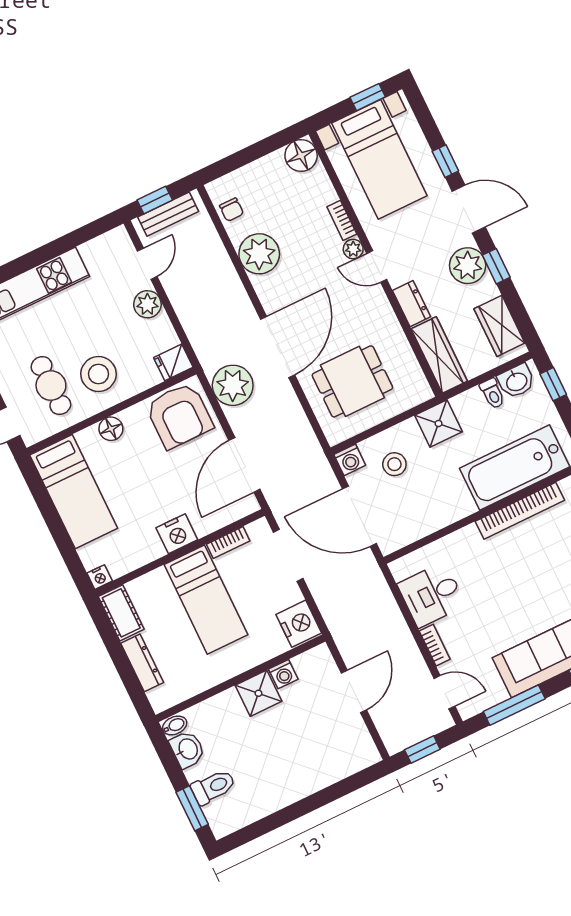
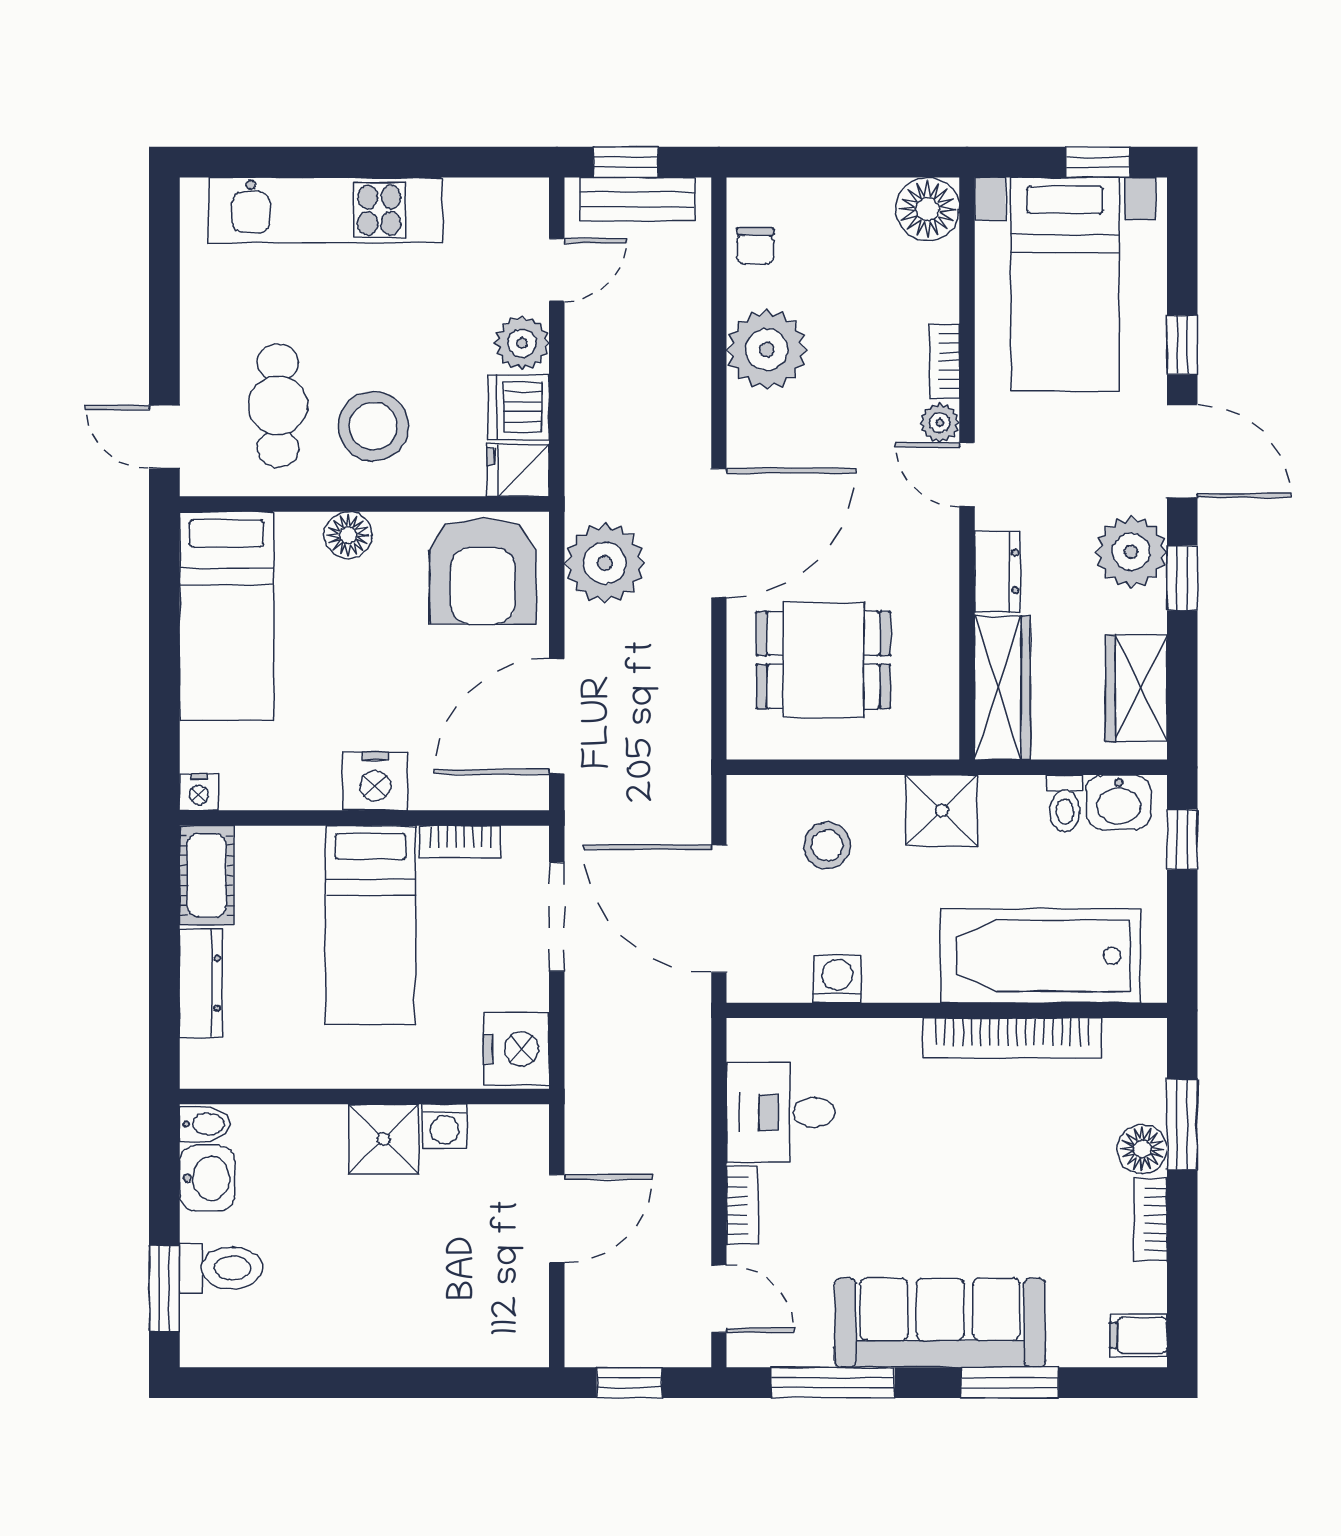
dishwasher: (160, 334) -> (519, 407), added
washing machine: (350, 460) -> (837, 979), moved, turned 180

